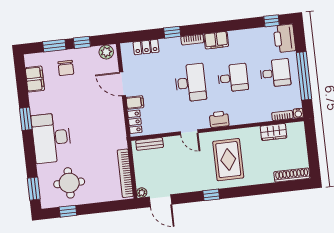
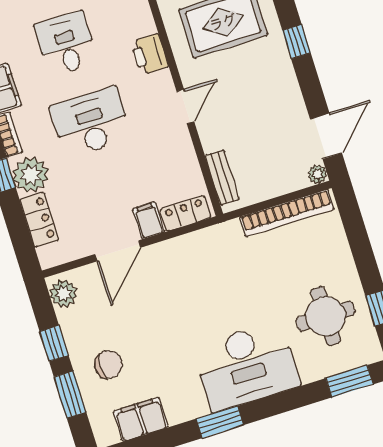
plant: (170, 47) -> (31, 175), added

